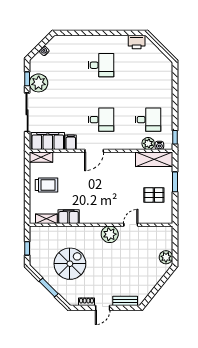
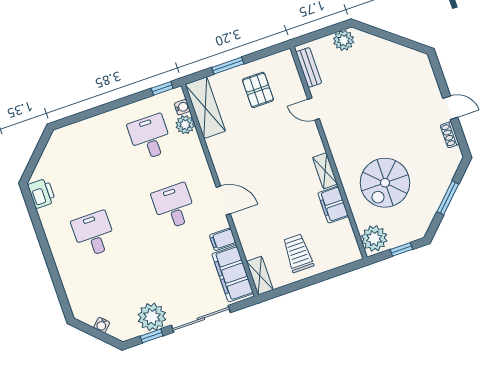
shelving: (46, 219) -> (325, 171), moved
plant: (110, 234) -> (374, 238), moved
spiral stairs: (70, 264) -> (385, 183), moved, turned -90
bench: (125, 301) -> (309, 67), moved

